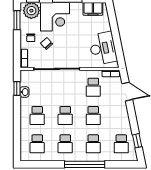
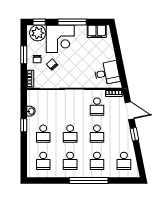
window: (17, 20) -> (24, 55), moved
desk: (103, 48) -> (107, 73), width x0.73
window: (17, 88) -> (24, 125), moved
window: (137, 141) -> (134, 134), moved

